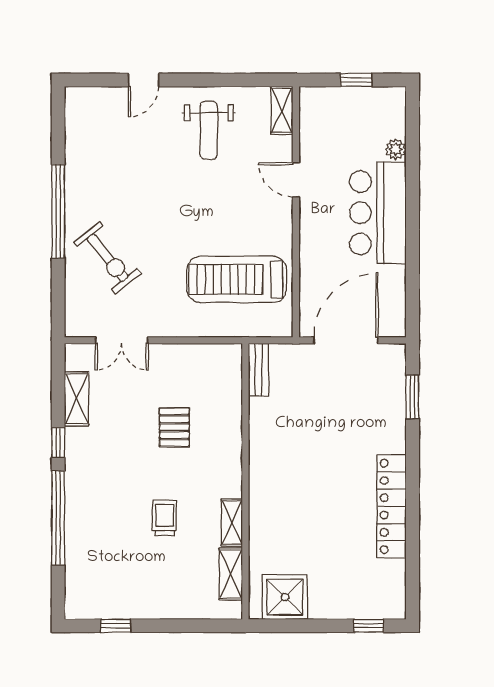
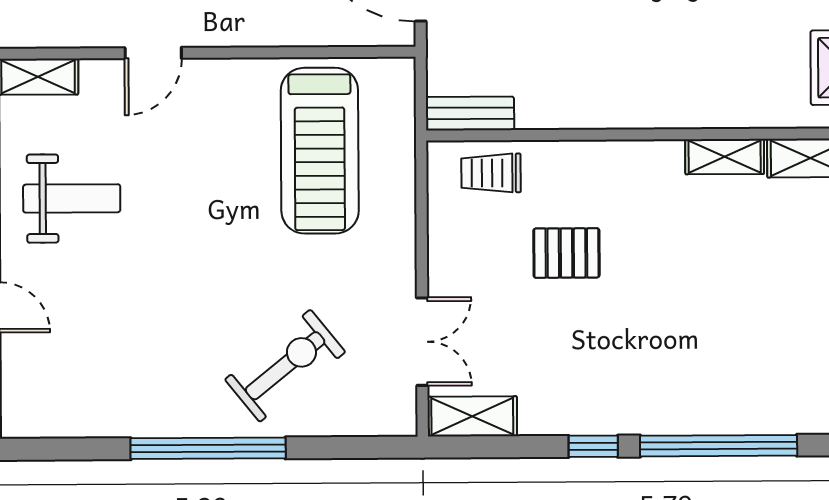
shelving: (77, 399) -> (472, 416), moved
trolley: (165, 518) -> (491, 173), moved

